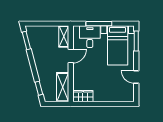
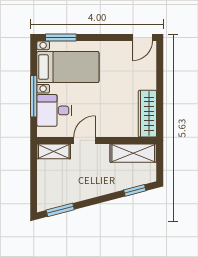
door: (71, 56) -> (85, 140), hinge flipped
door: (136, 77) -> (142, 38), moved
wardrobe: (83, 96) -> (147, 114), width x1.50

